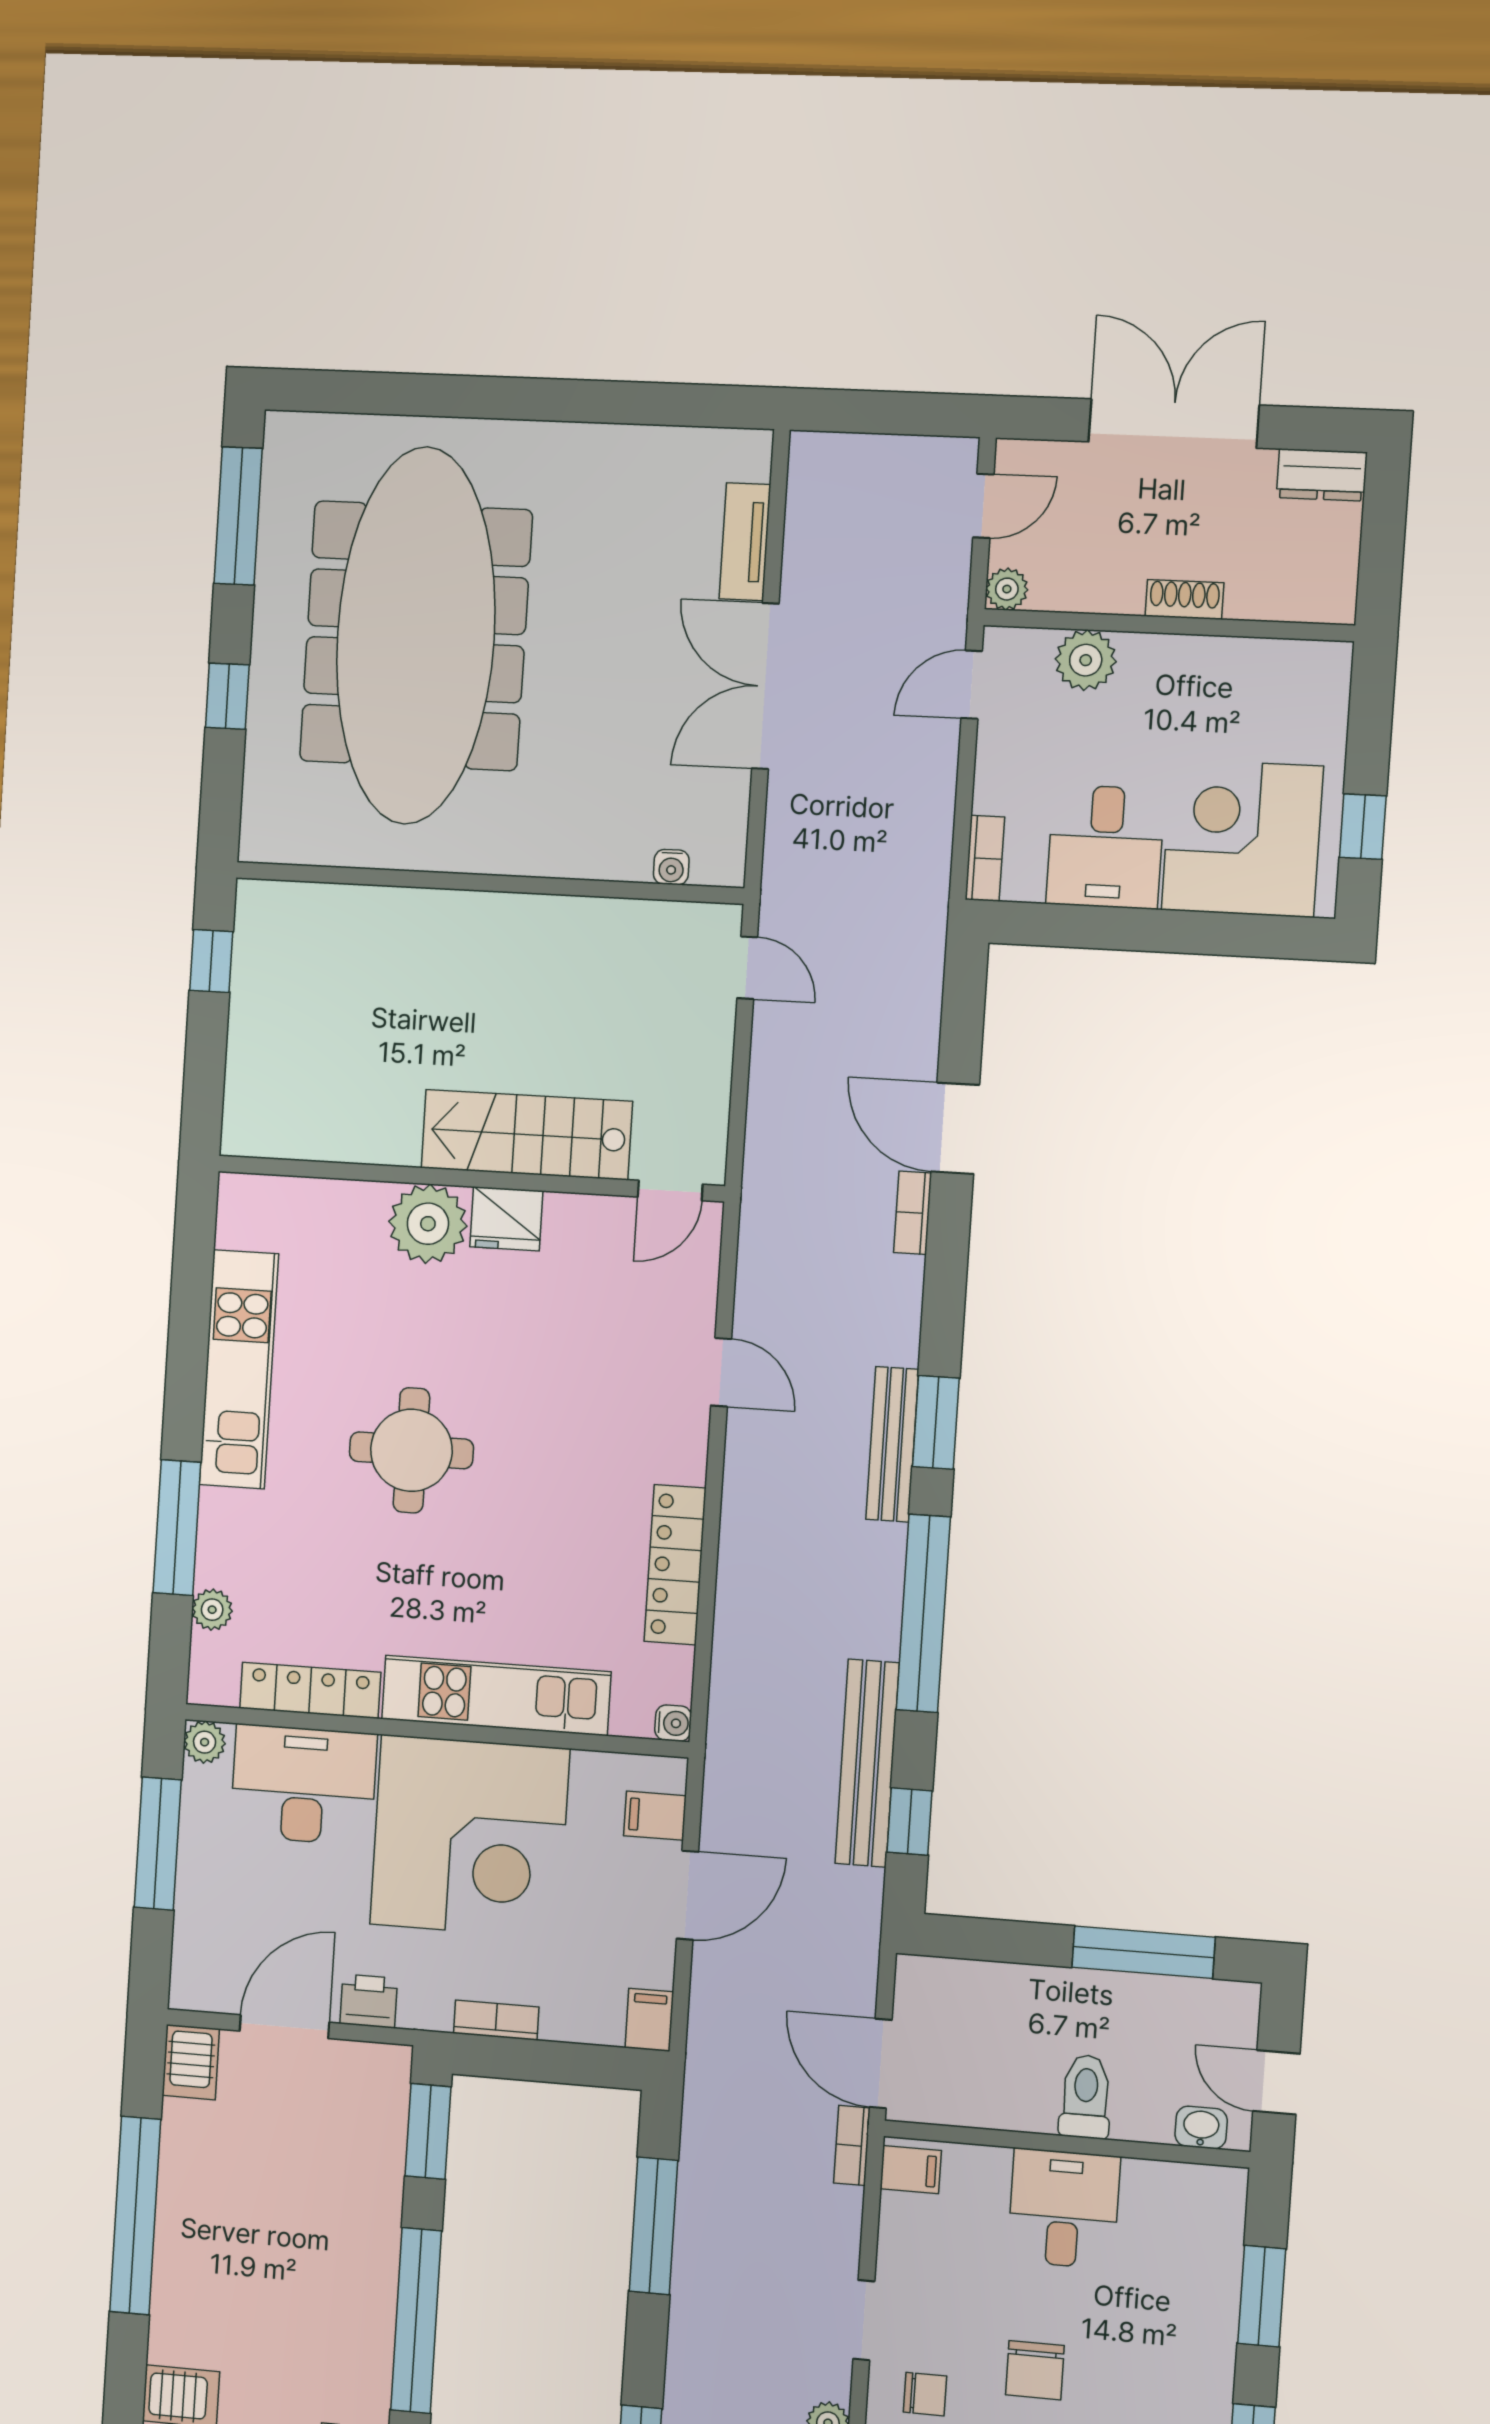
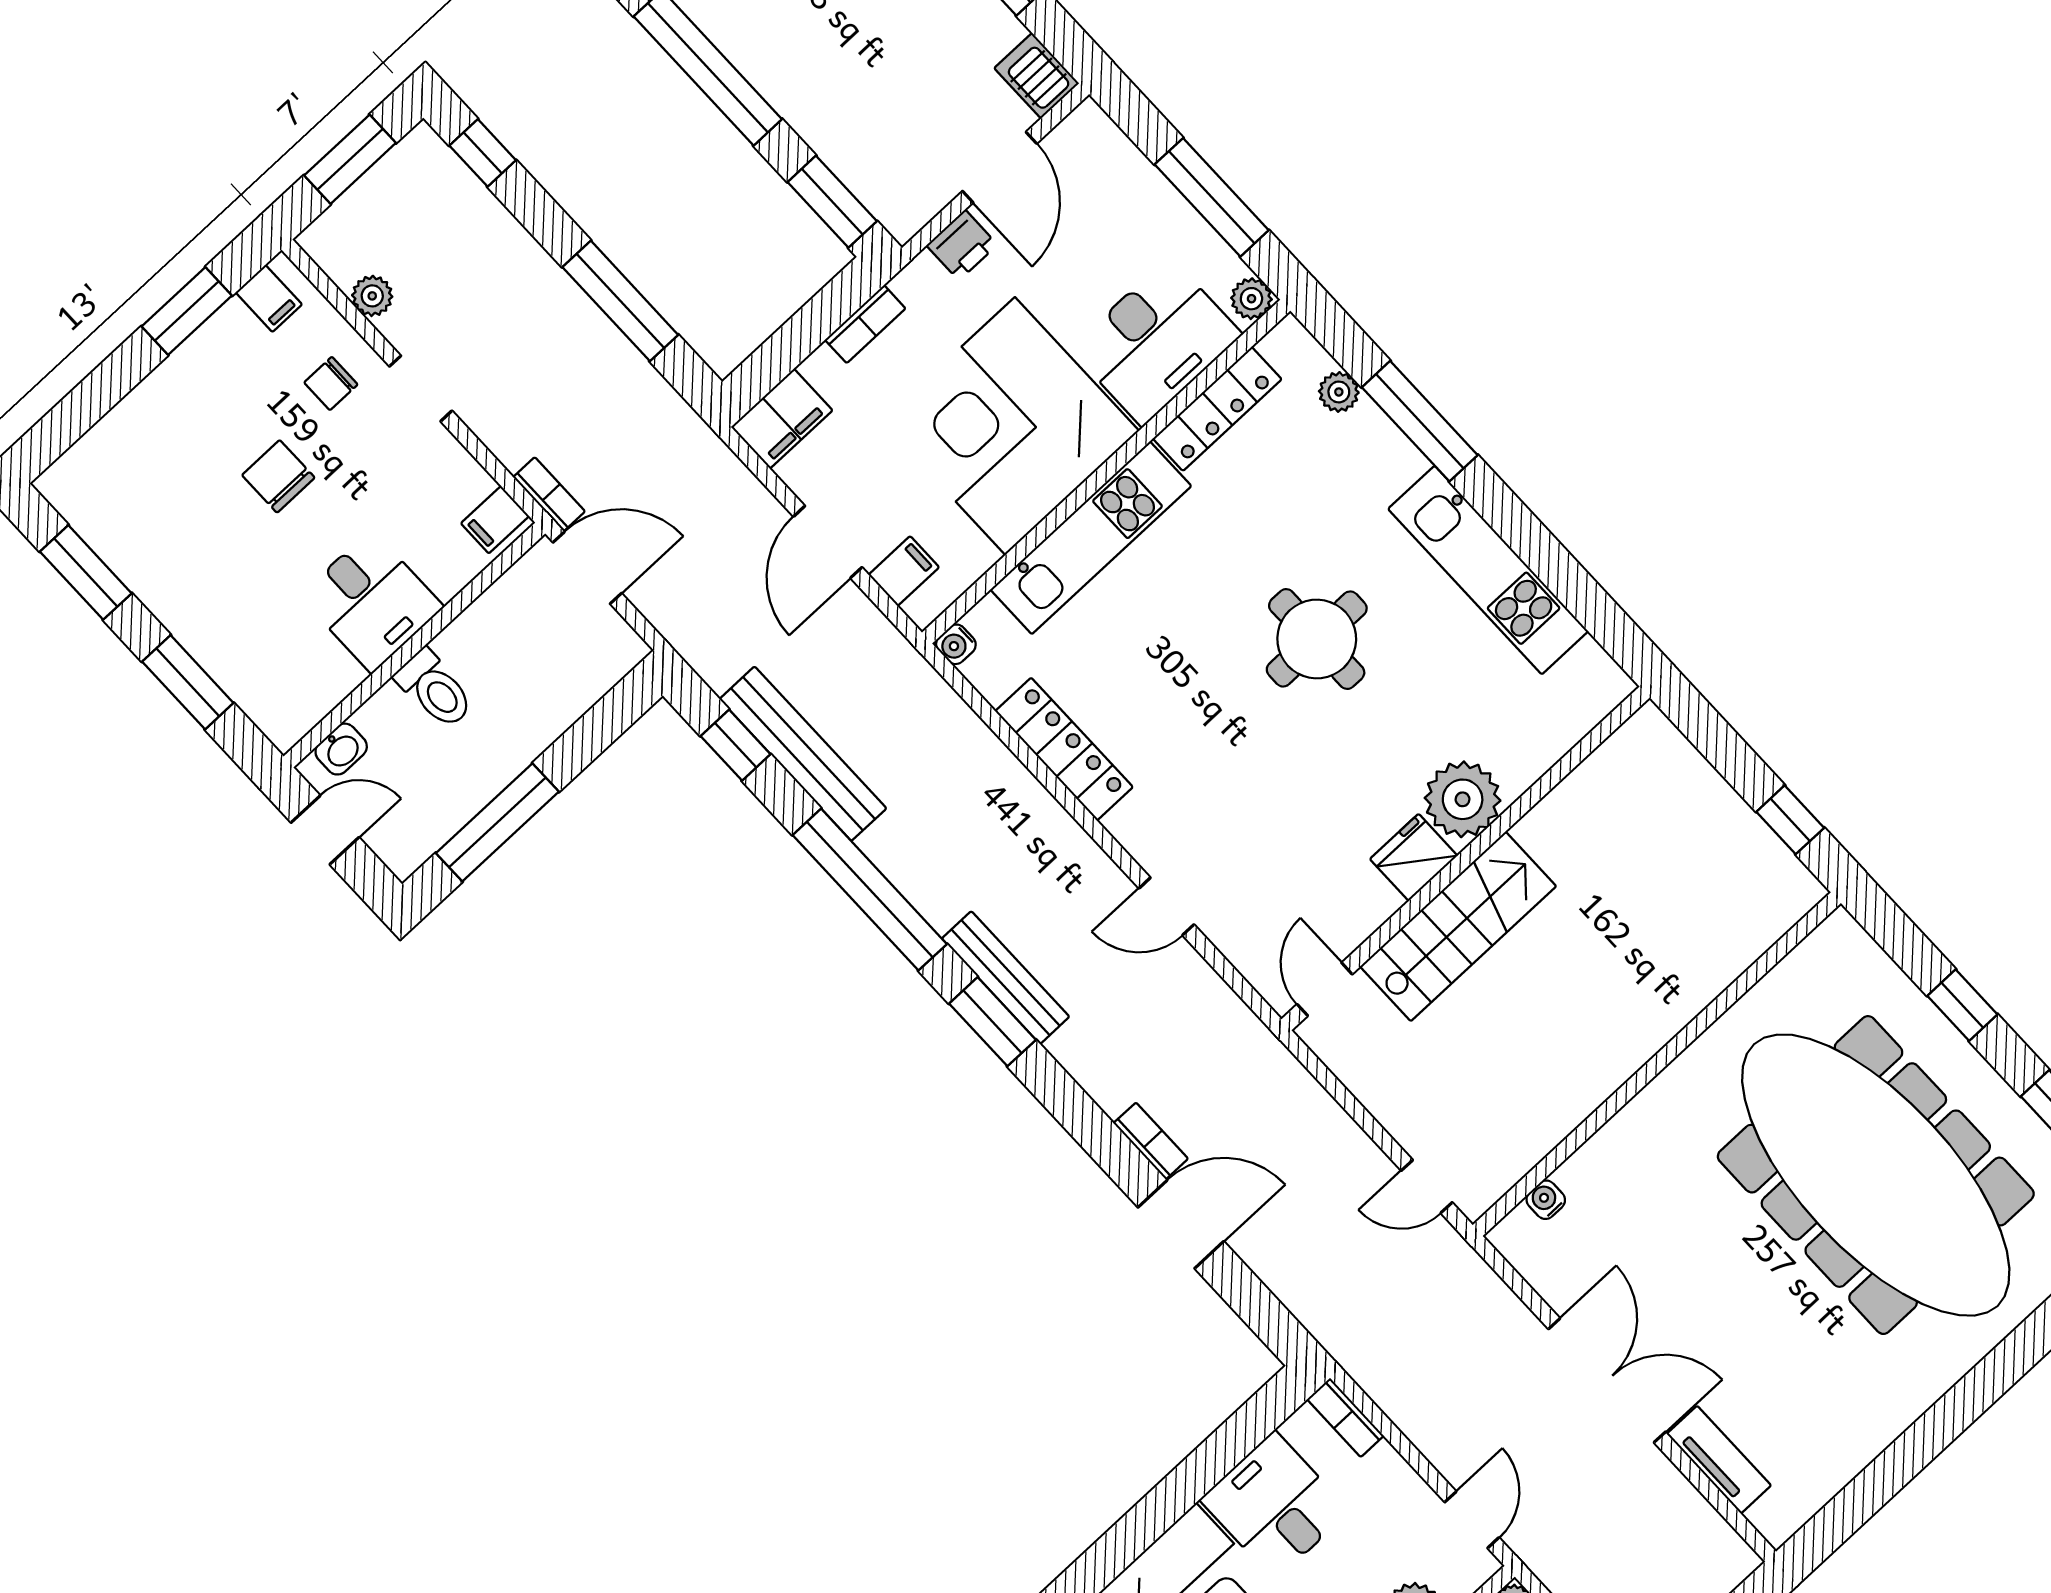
filing cabinet: (649, 2020) -> (782, 419), width x2.00

